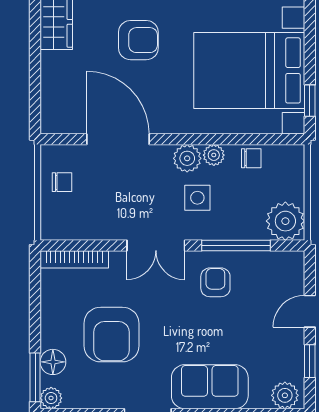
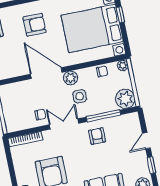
window: (310, 101) -> (120, 15), moved
door: (118, 139) -> (46, 73), moved
plant: (214, 155) -> (123, 65), moved
chair: (62, 182) -> (40, 115), moved
double door: (156, 246) -> (64, 124), swing flipped

